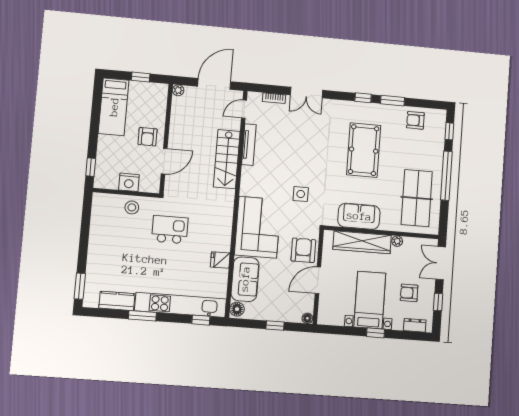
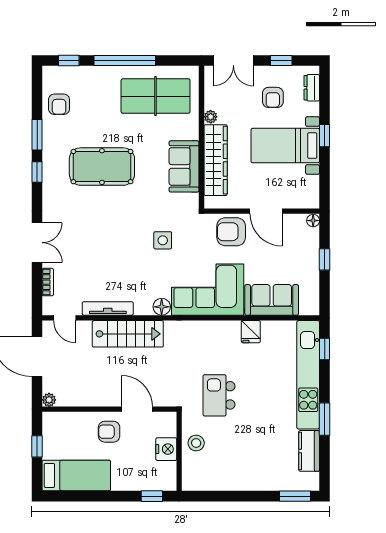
armchair: (148, 137) -> (109, 432), turned 180
floor lamp: (237, 309) -> (162, 307), moved

